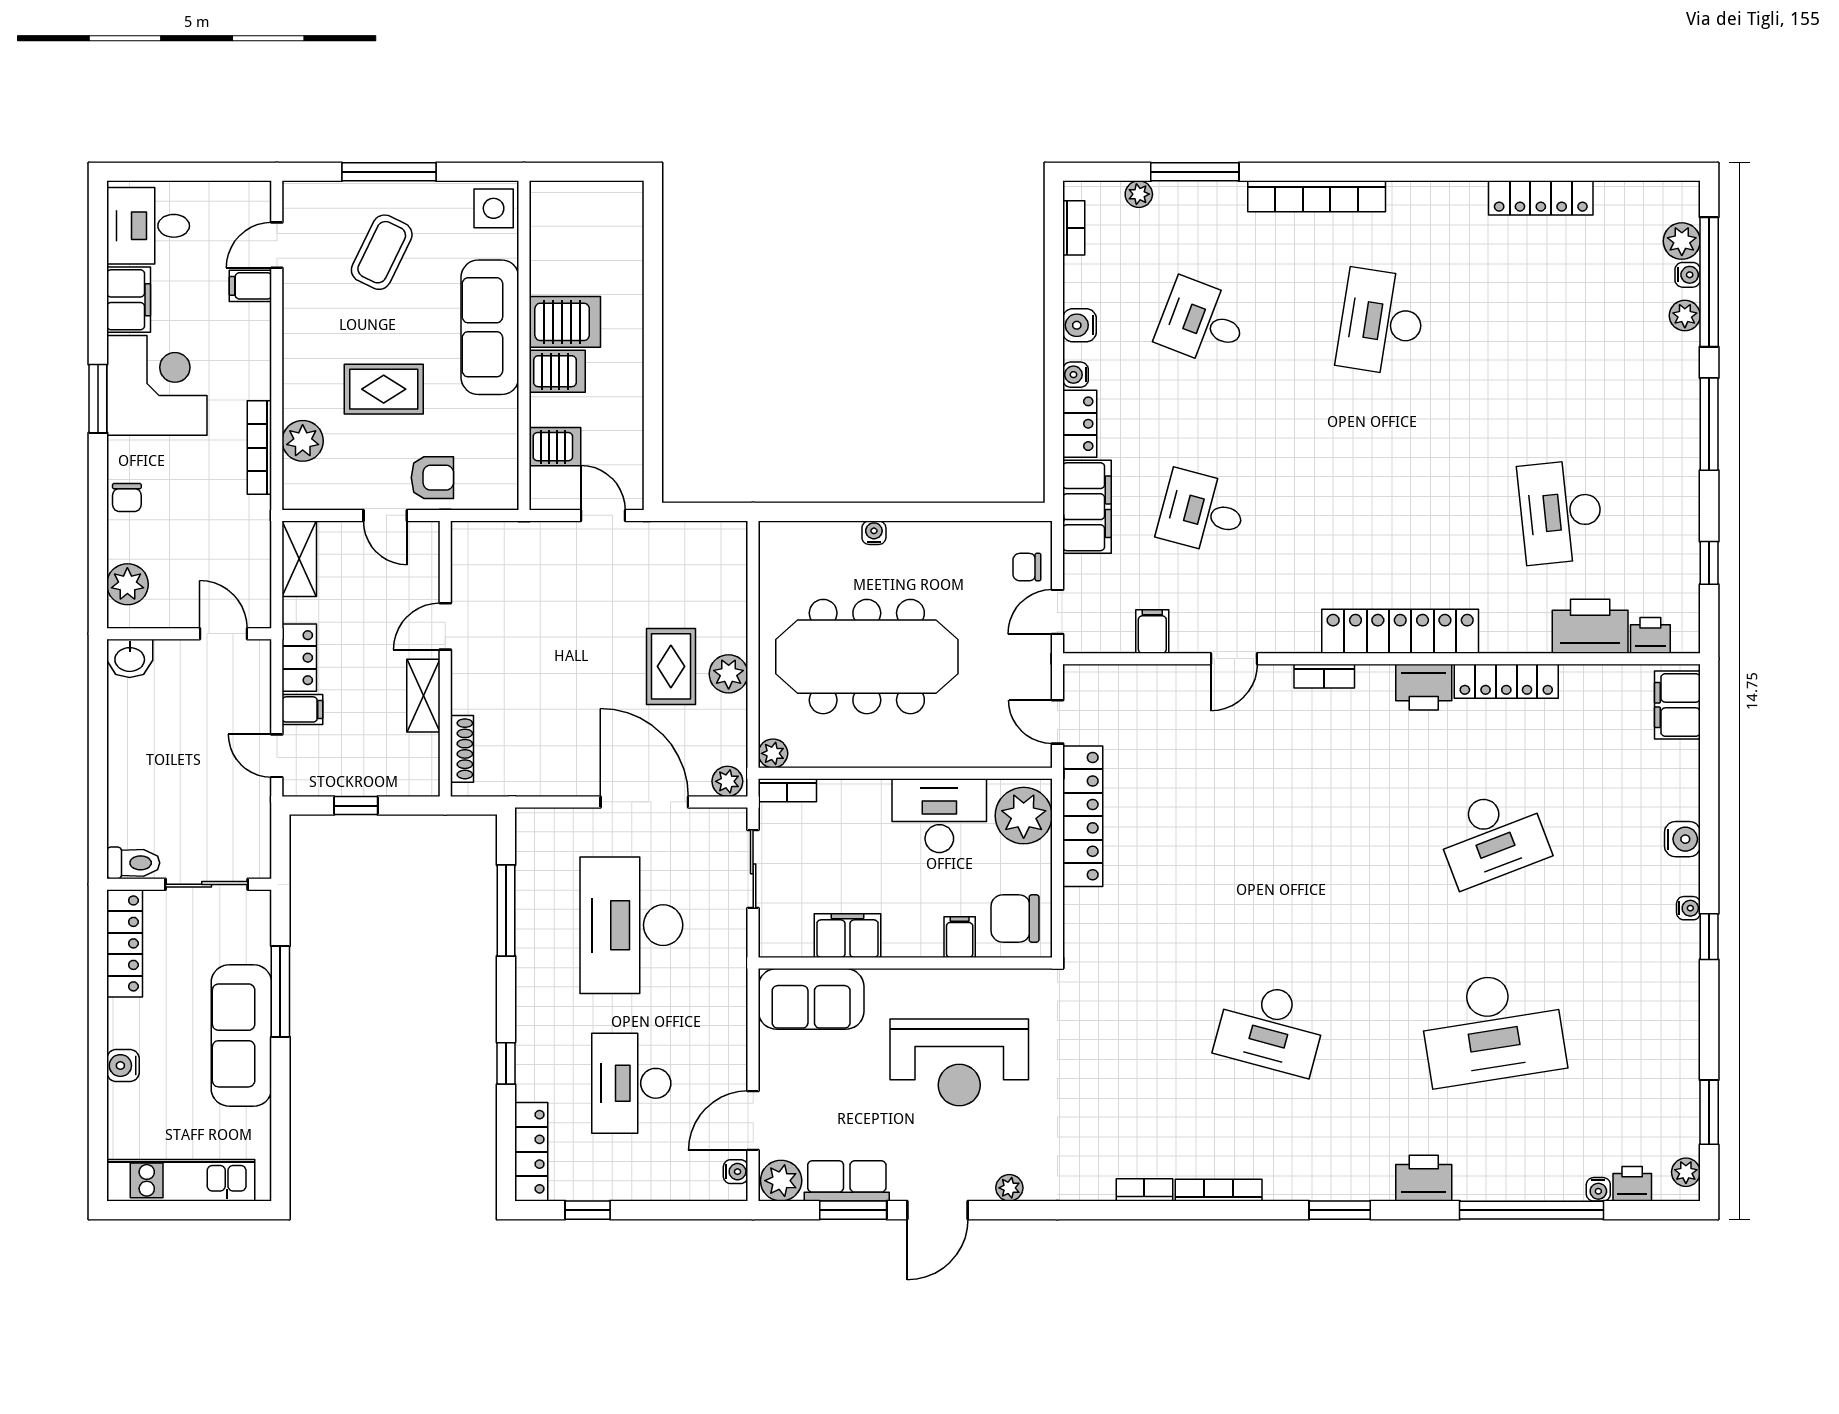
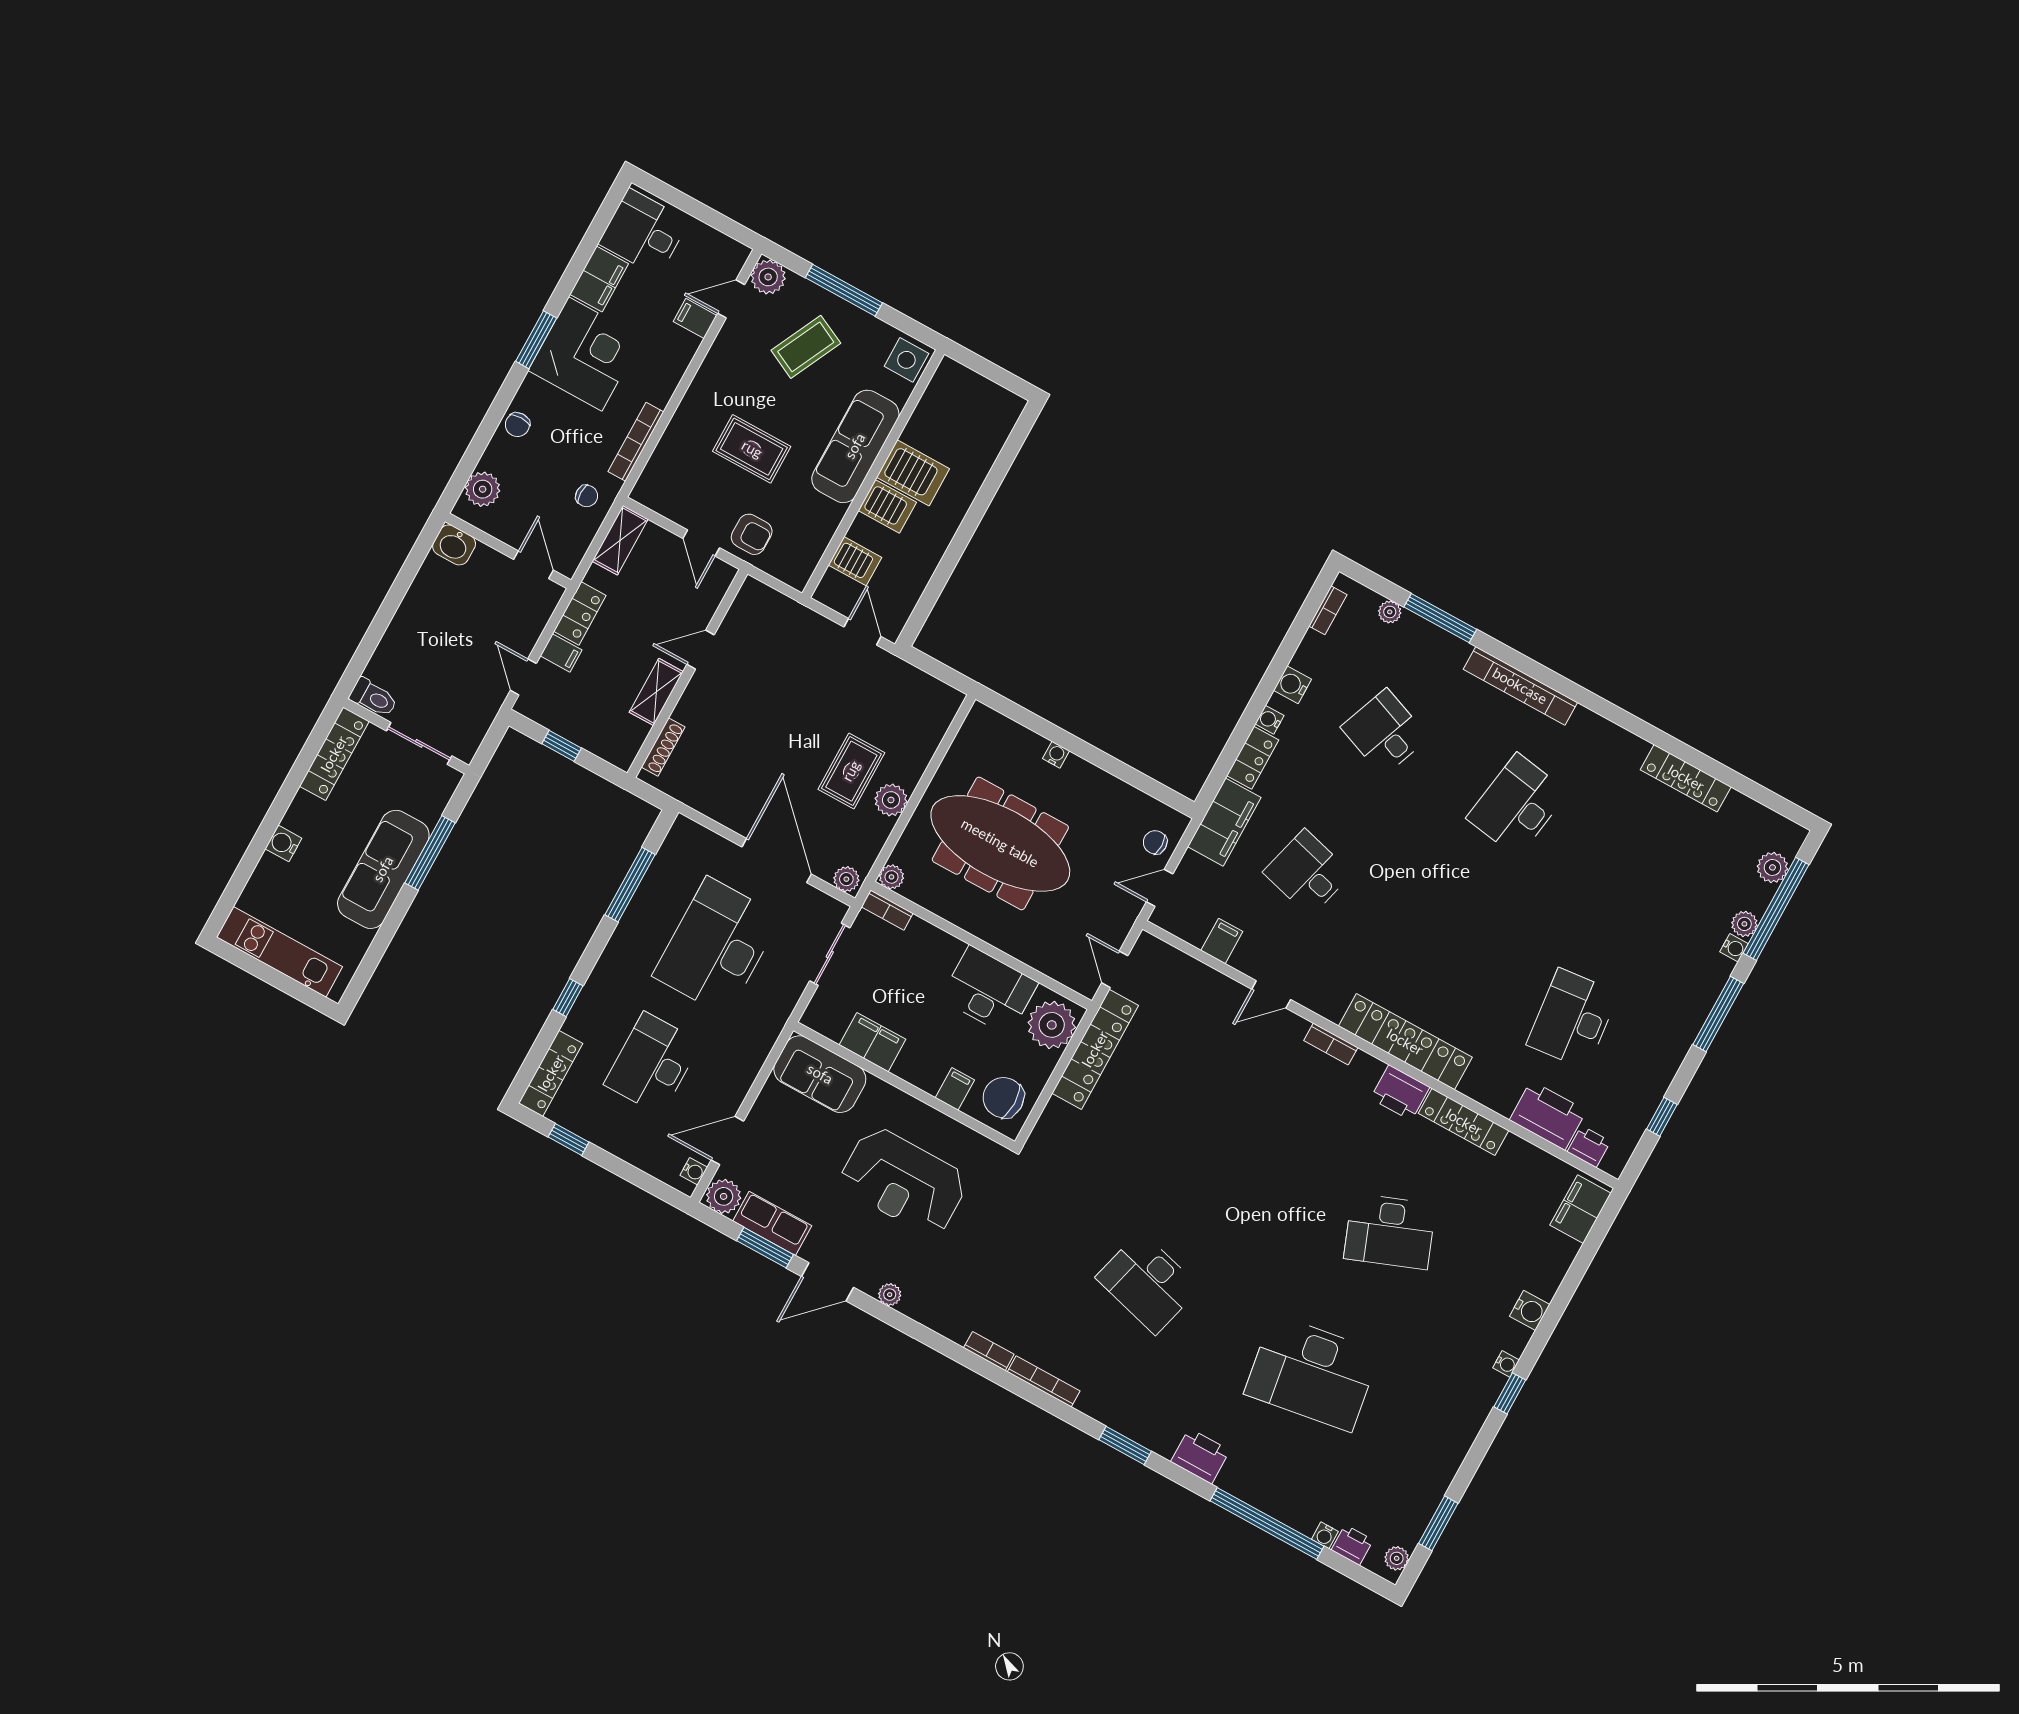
water cooler: (1688, 275) -> (1734, 948), moved
plant: (303, 441) -> (768, 277), moved
chair: (239, 532) -> (587, 496), added

